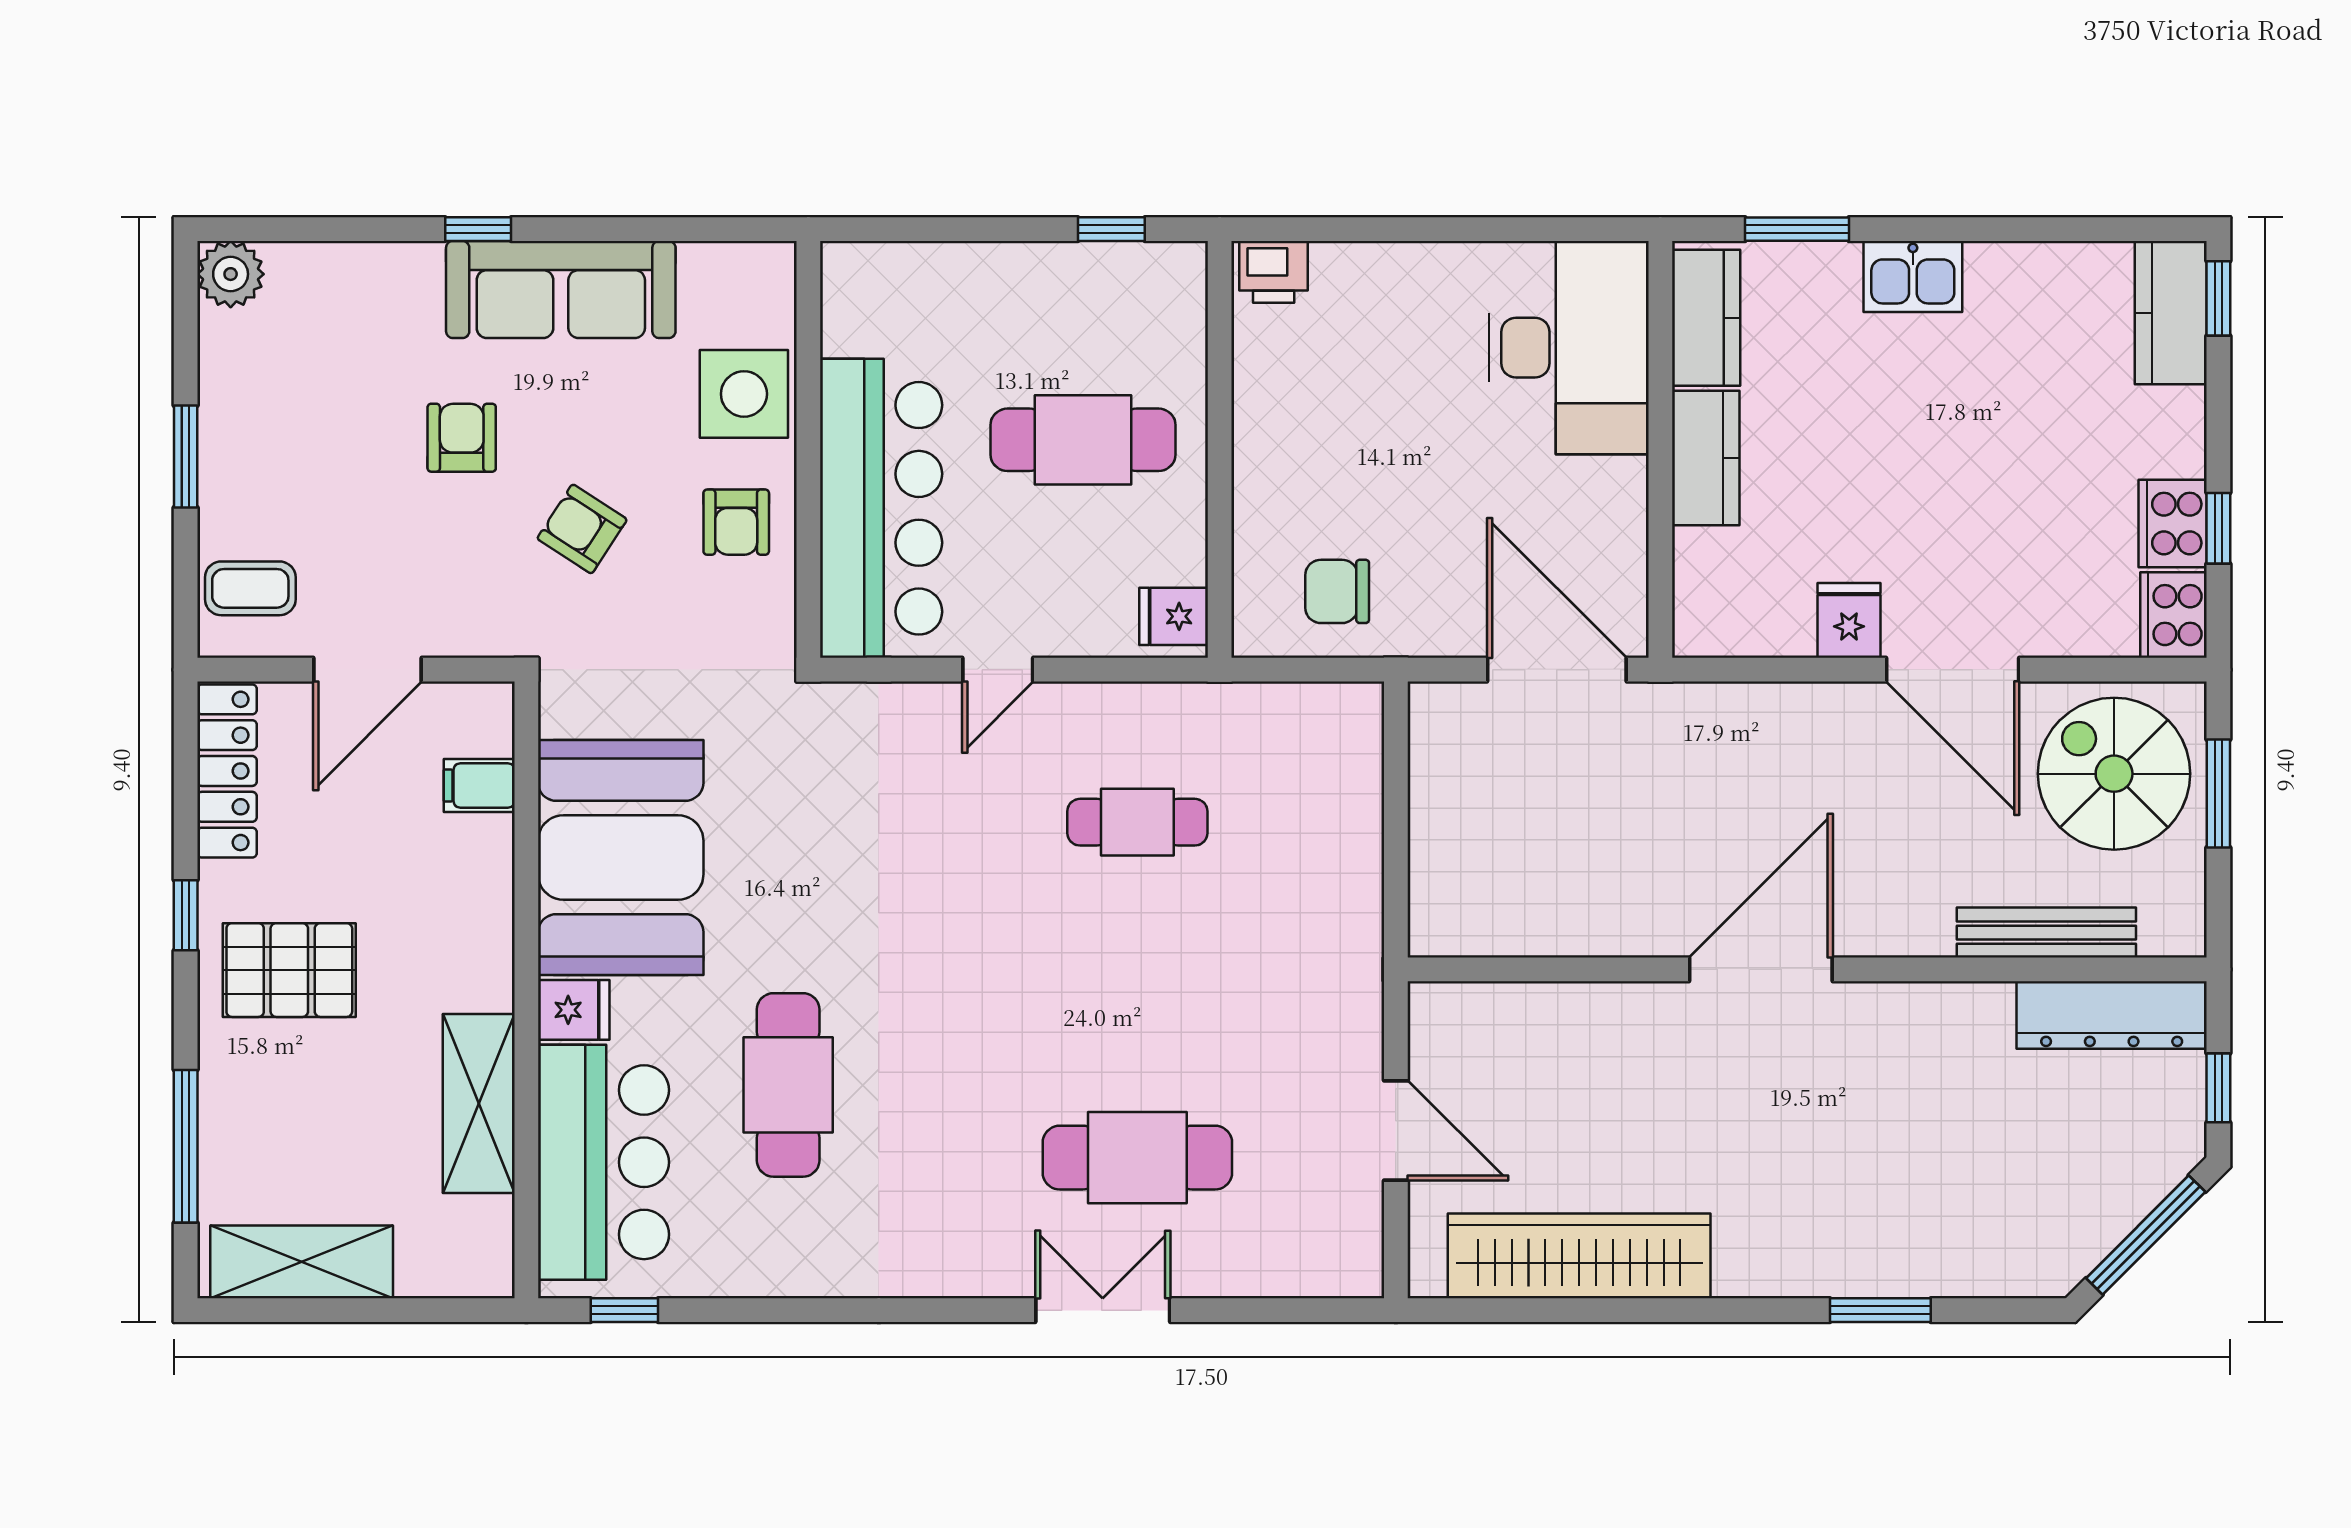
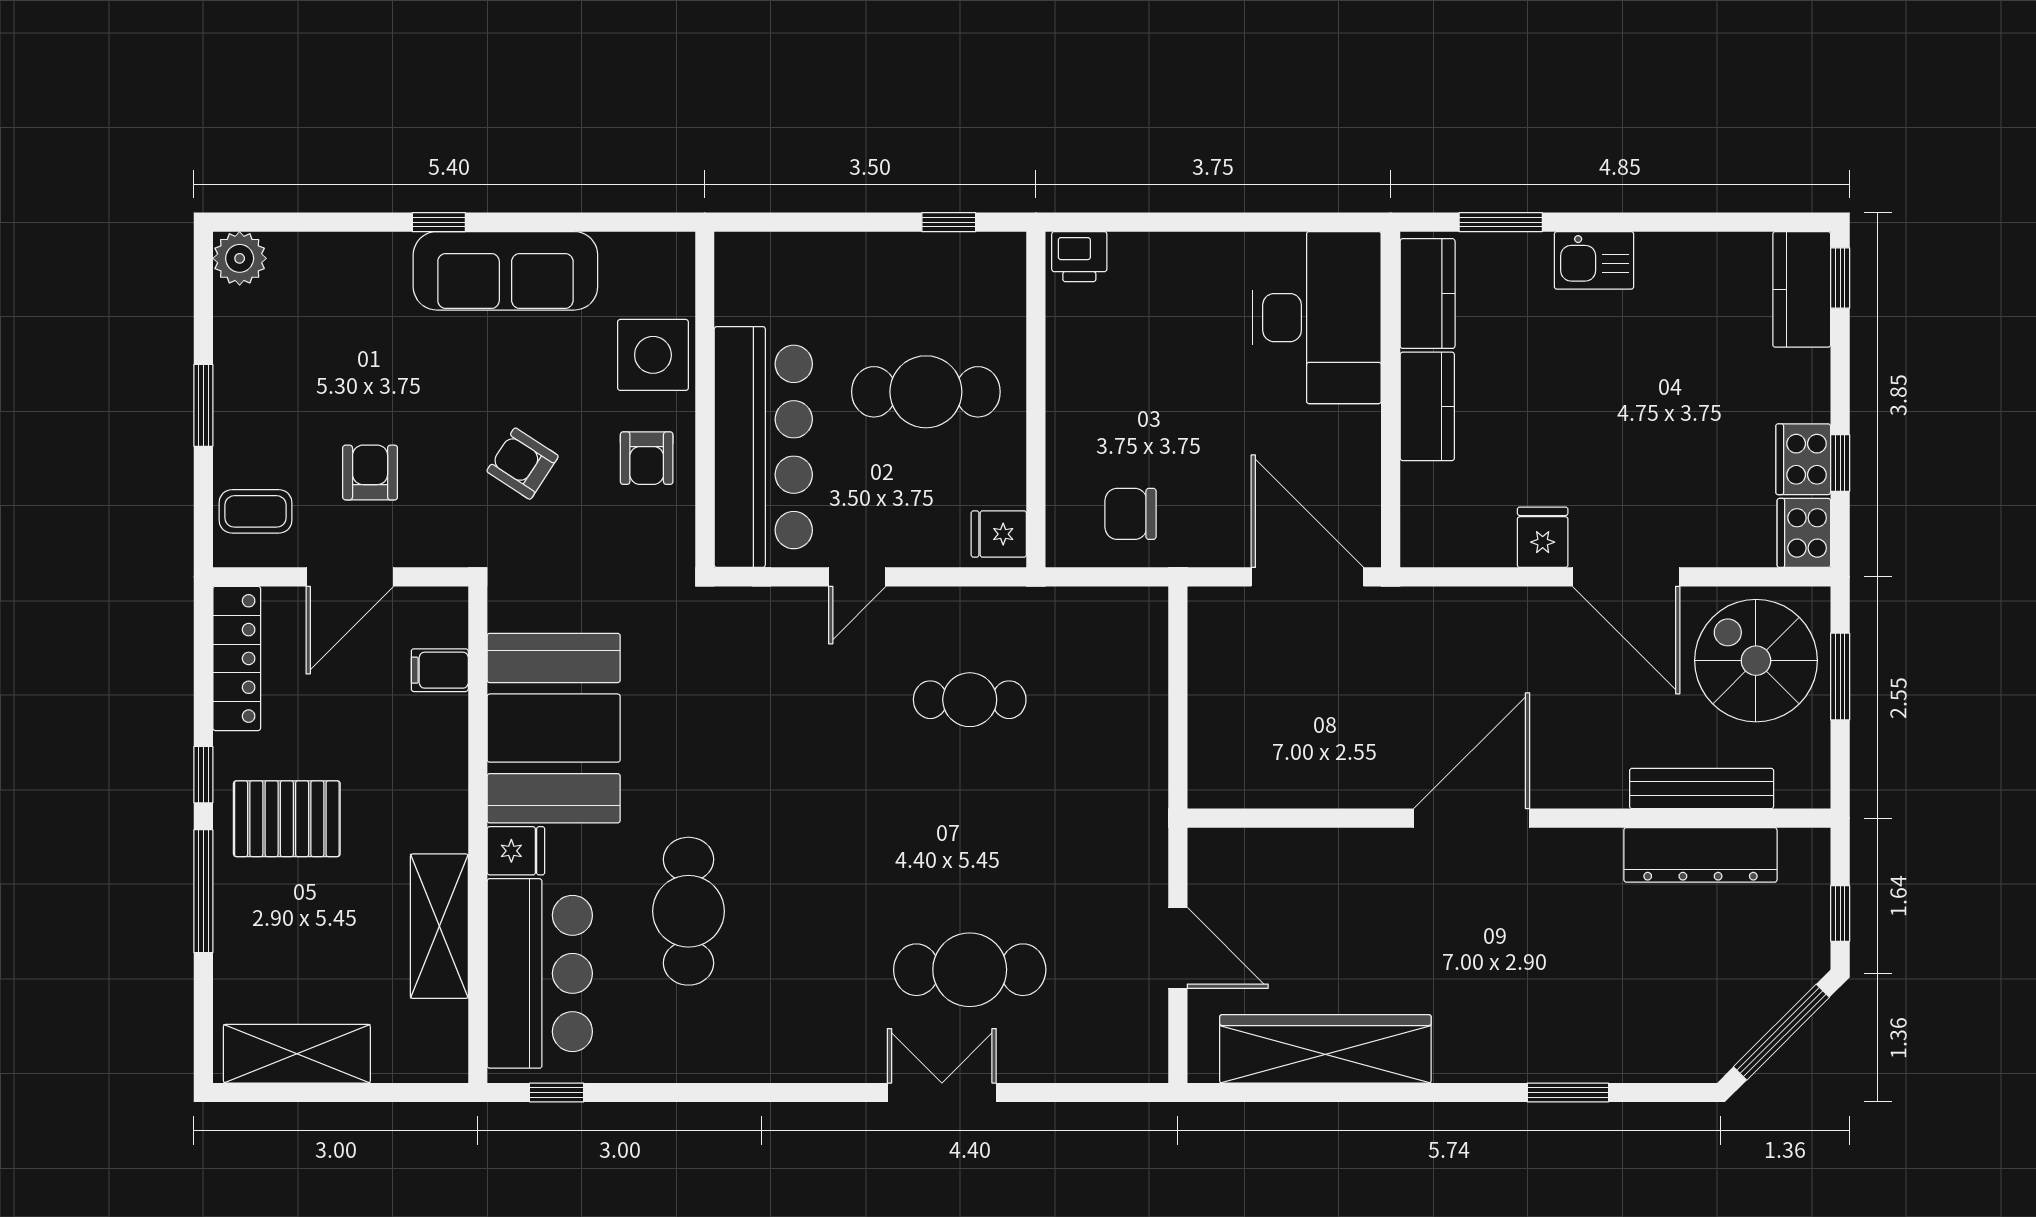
armchair: (462, 438) -> (370, 473), moved
dresser: (2112, 1015) -> (1700, 855), moved
window: (186, 1146) -> (203, 891), moved

